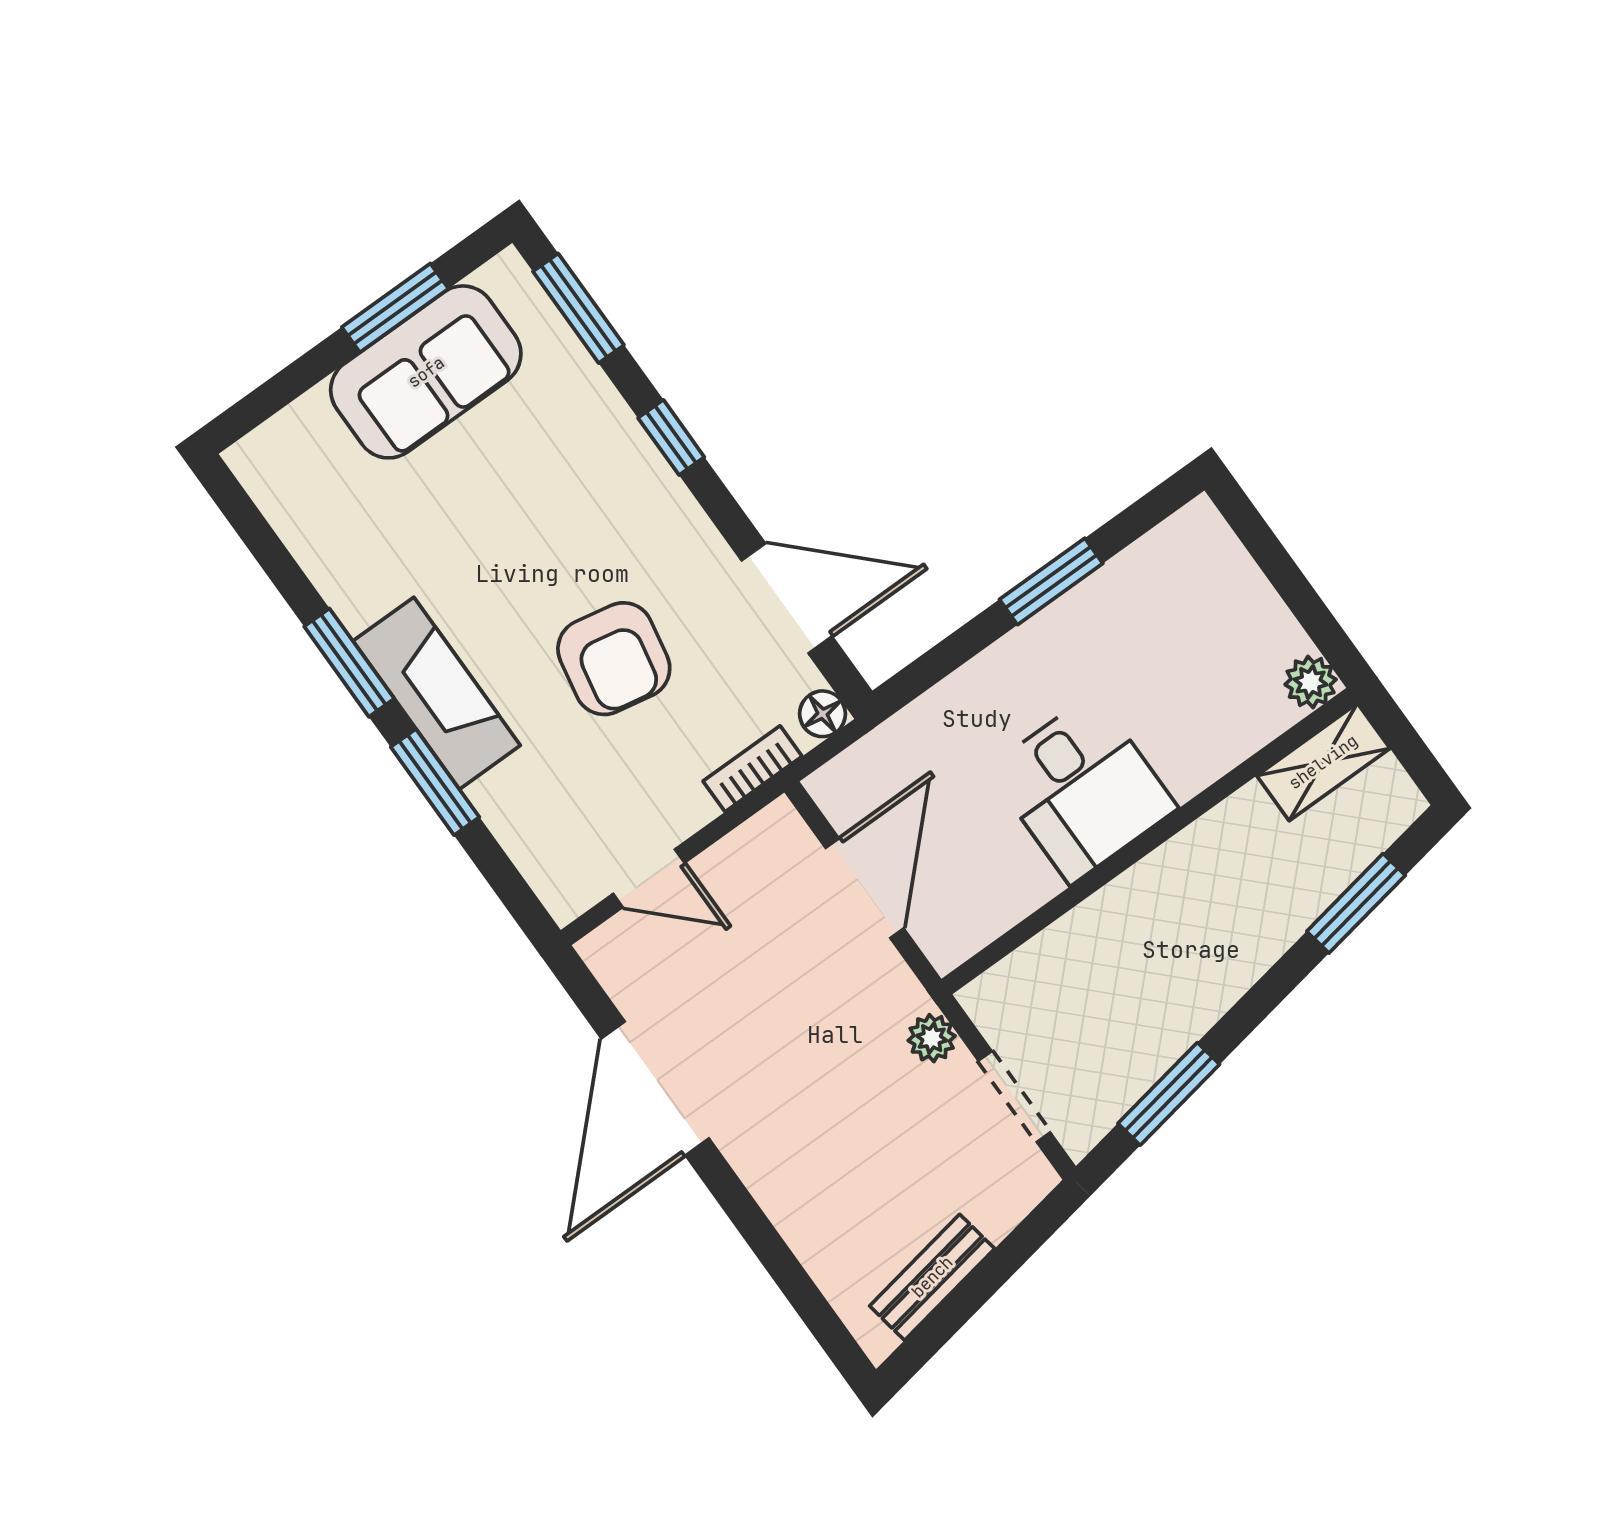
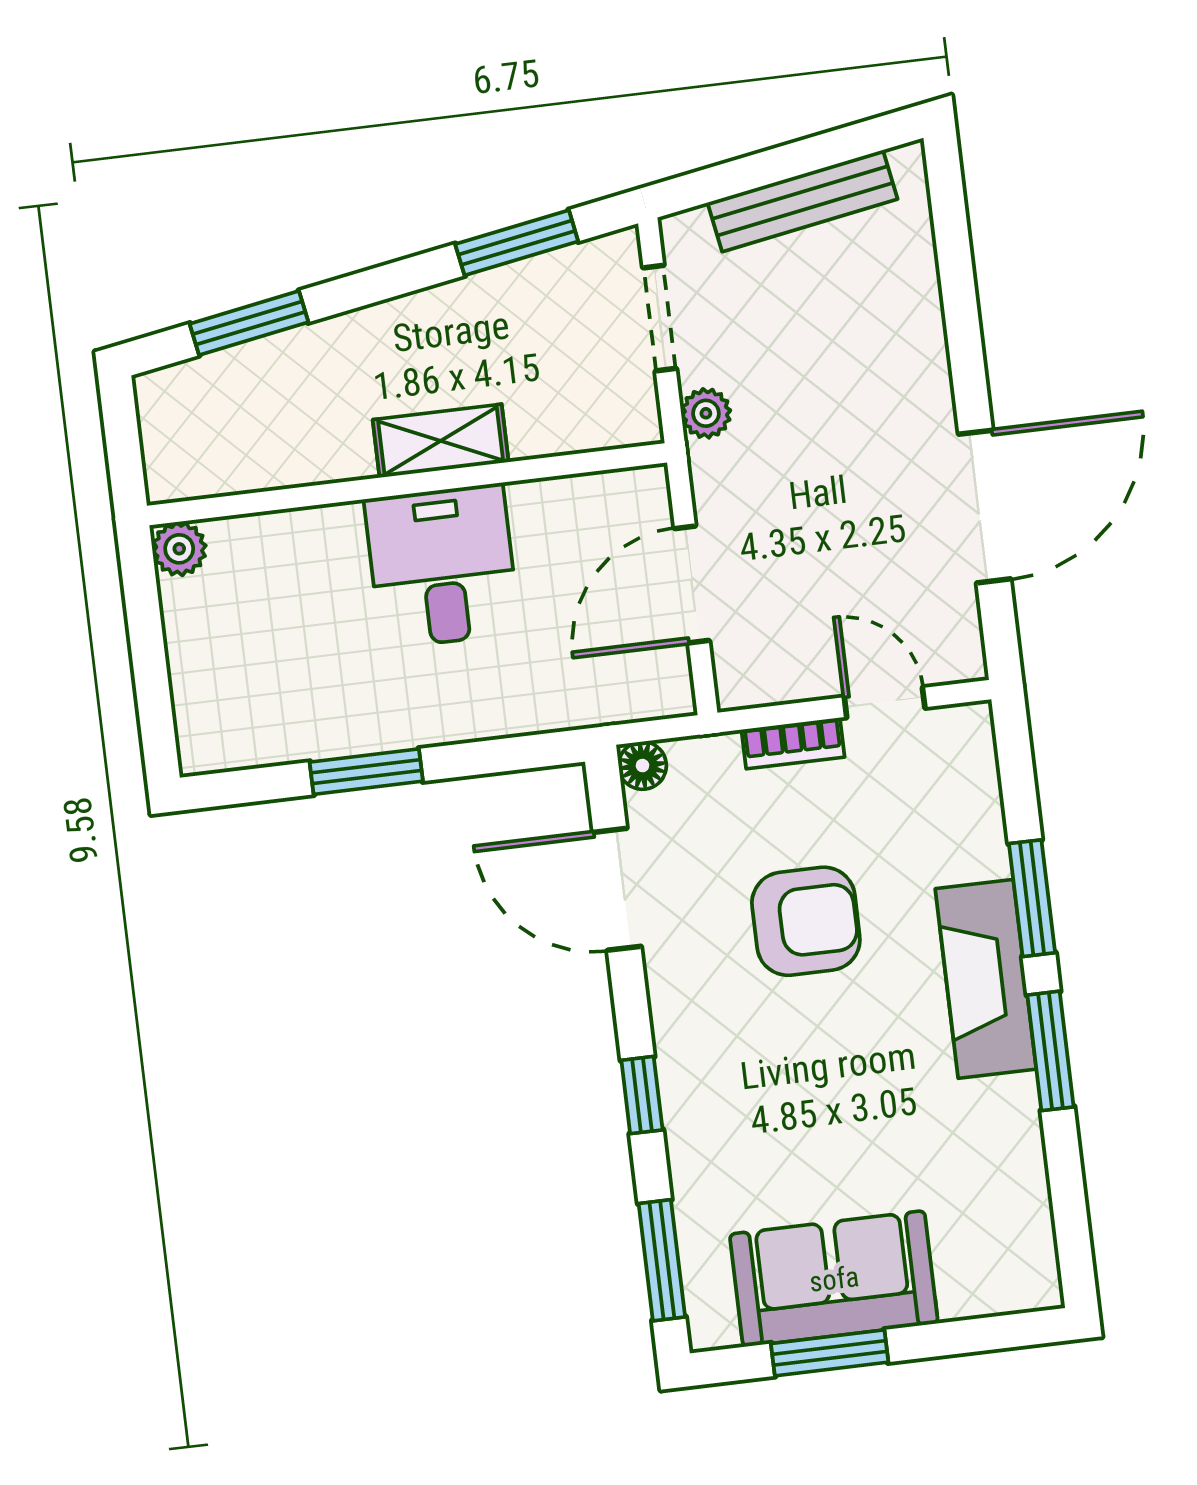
armchair: (614, 659) -> (806, 921), turned 79
shelving: (1323, 762) -> (441, 441), moved
bookcase: (753, 769) -> (793, 743), moved
bench: (932, 1277) -> (802, 201), width x1.36

